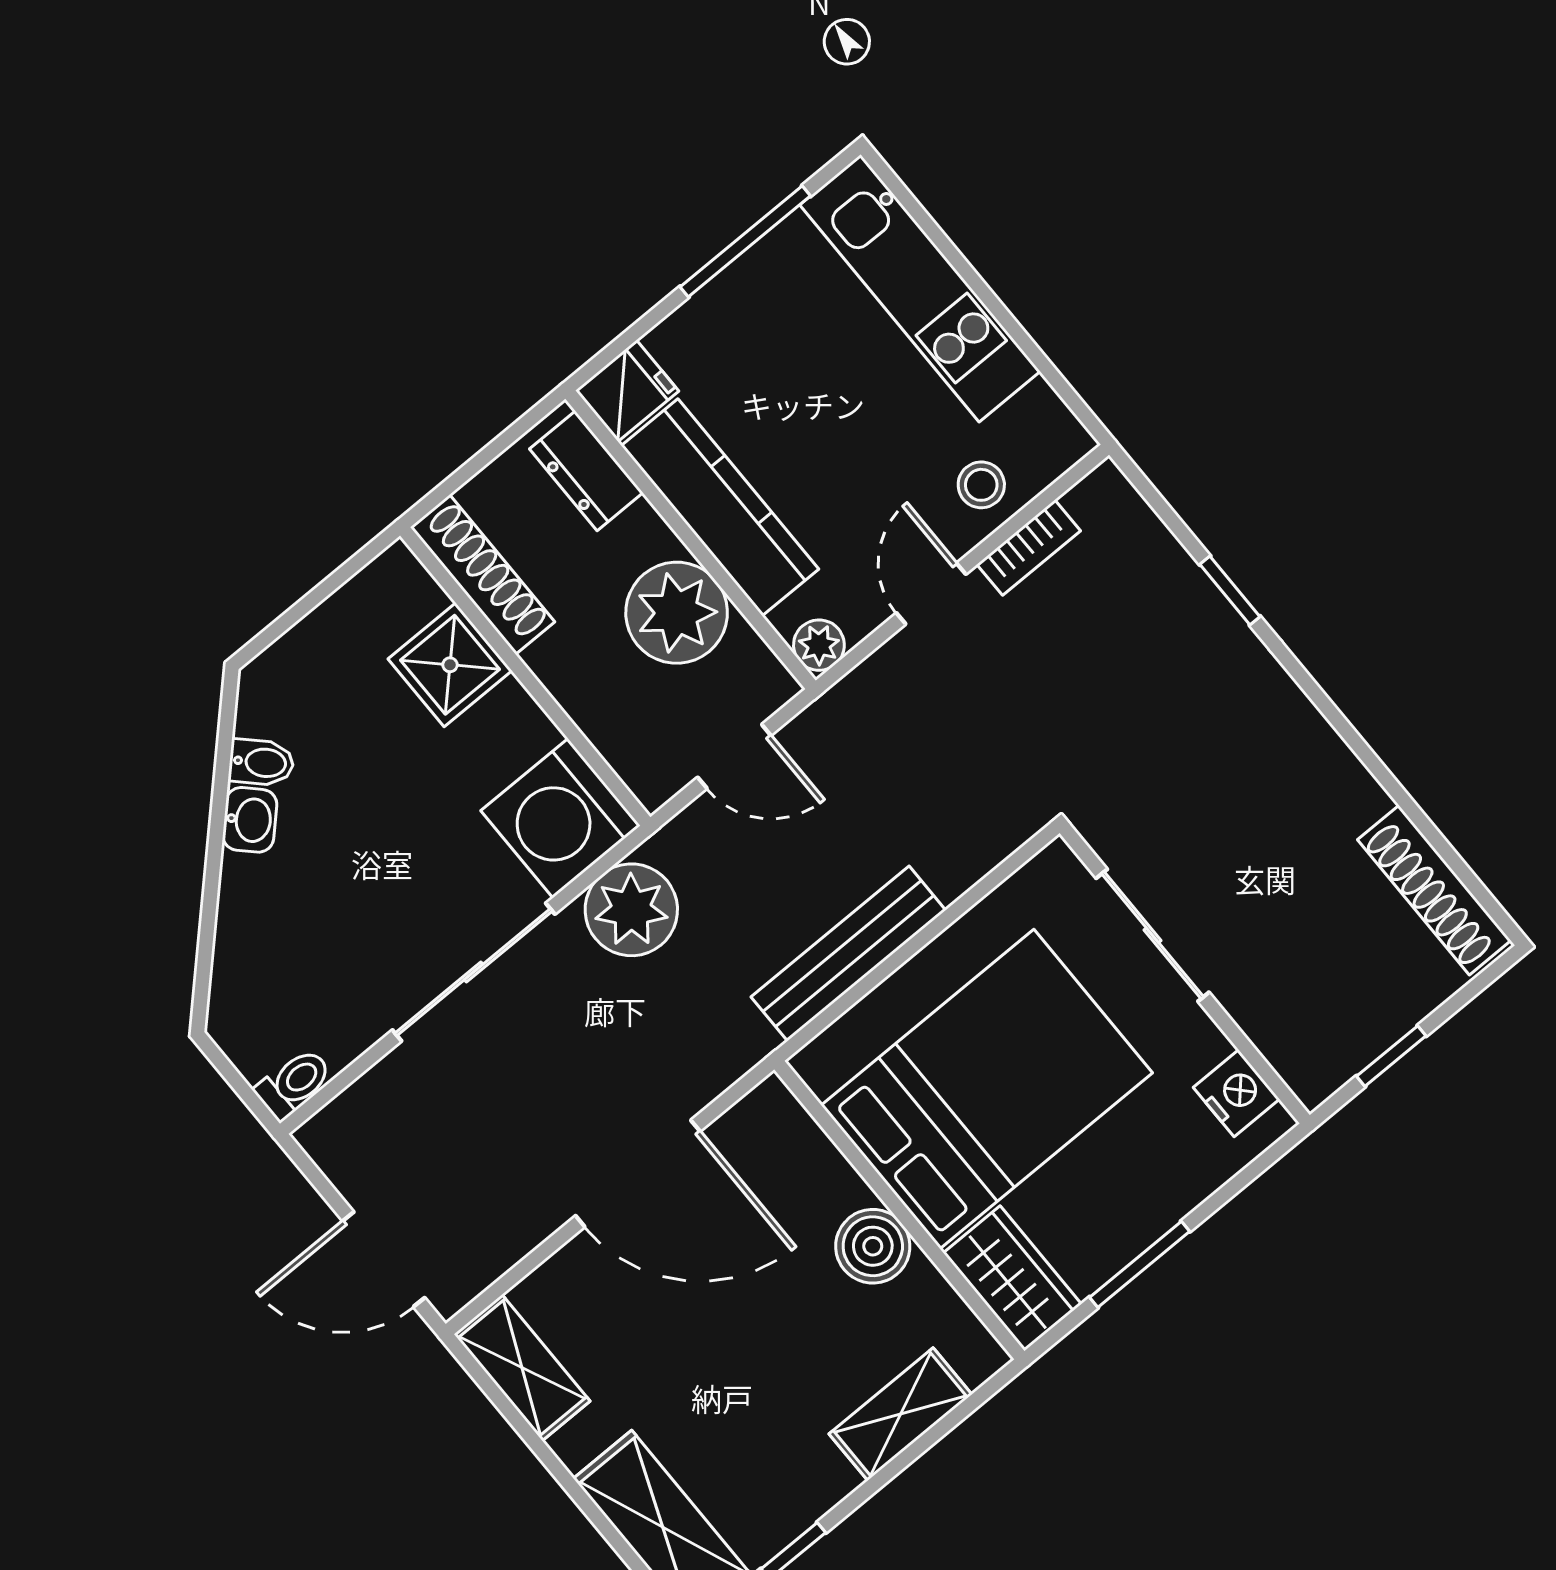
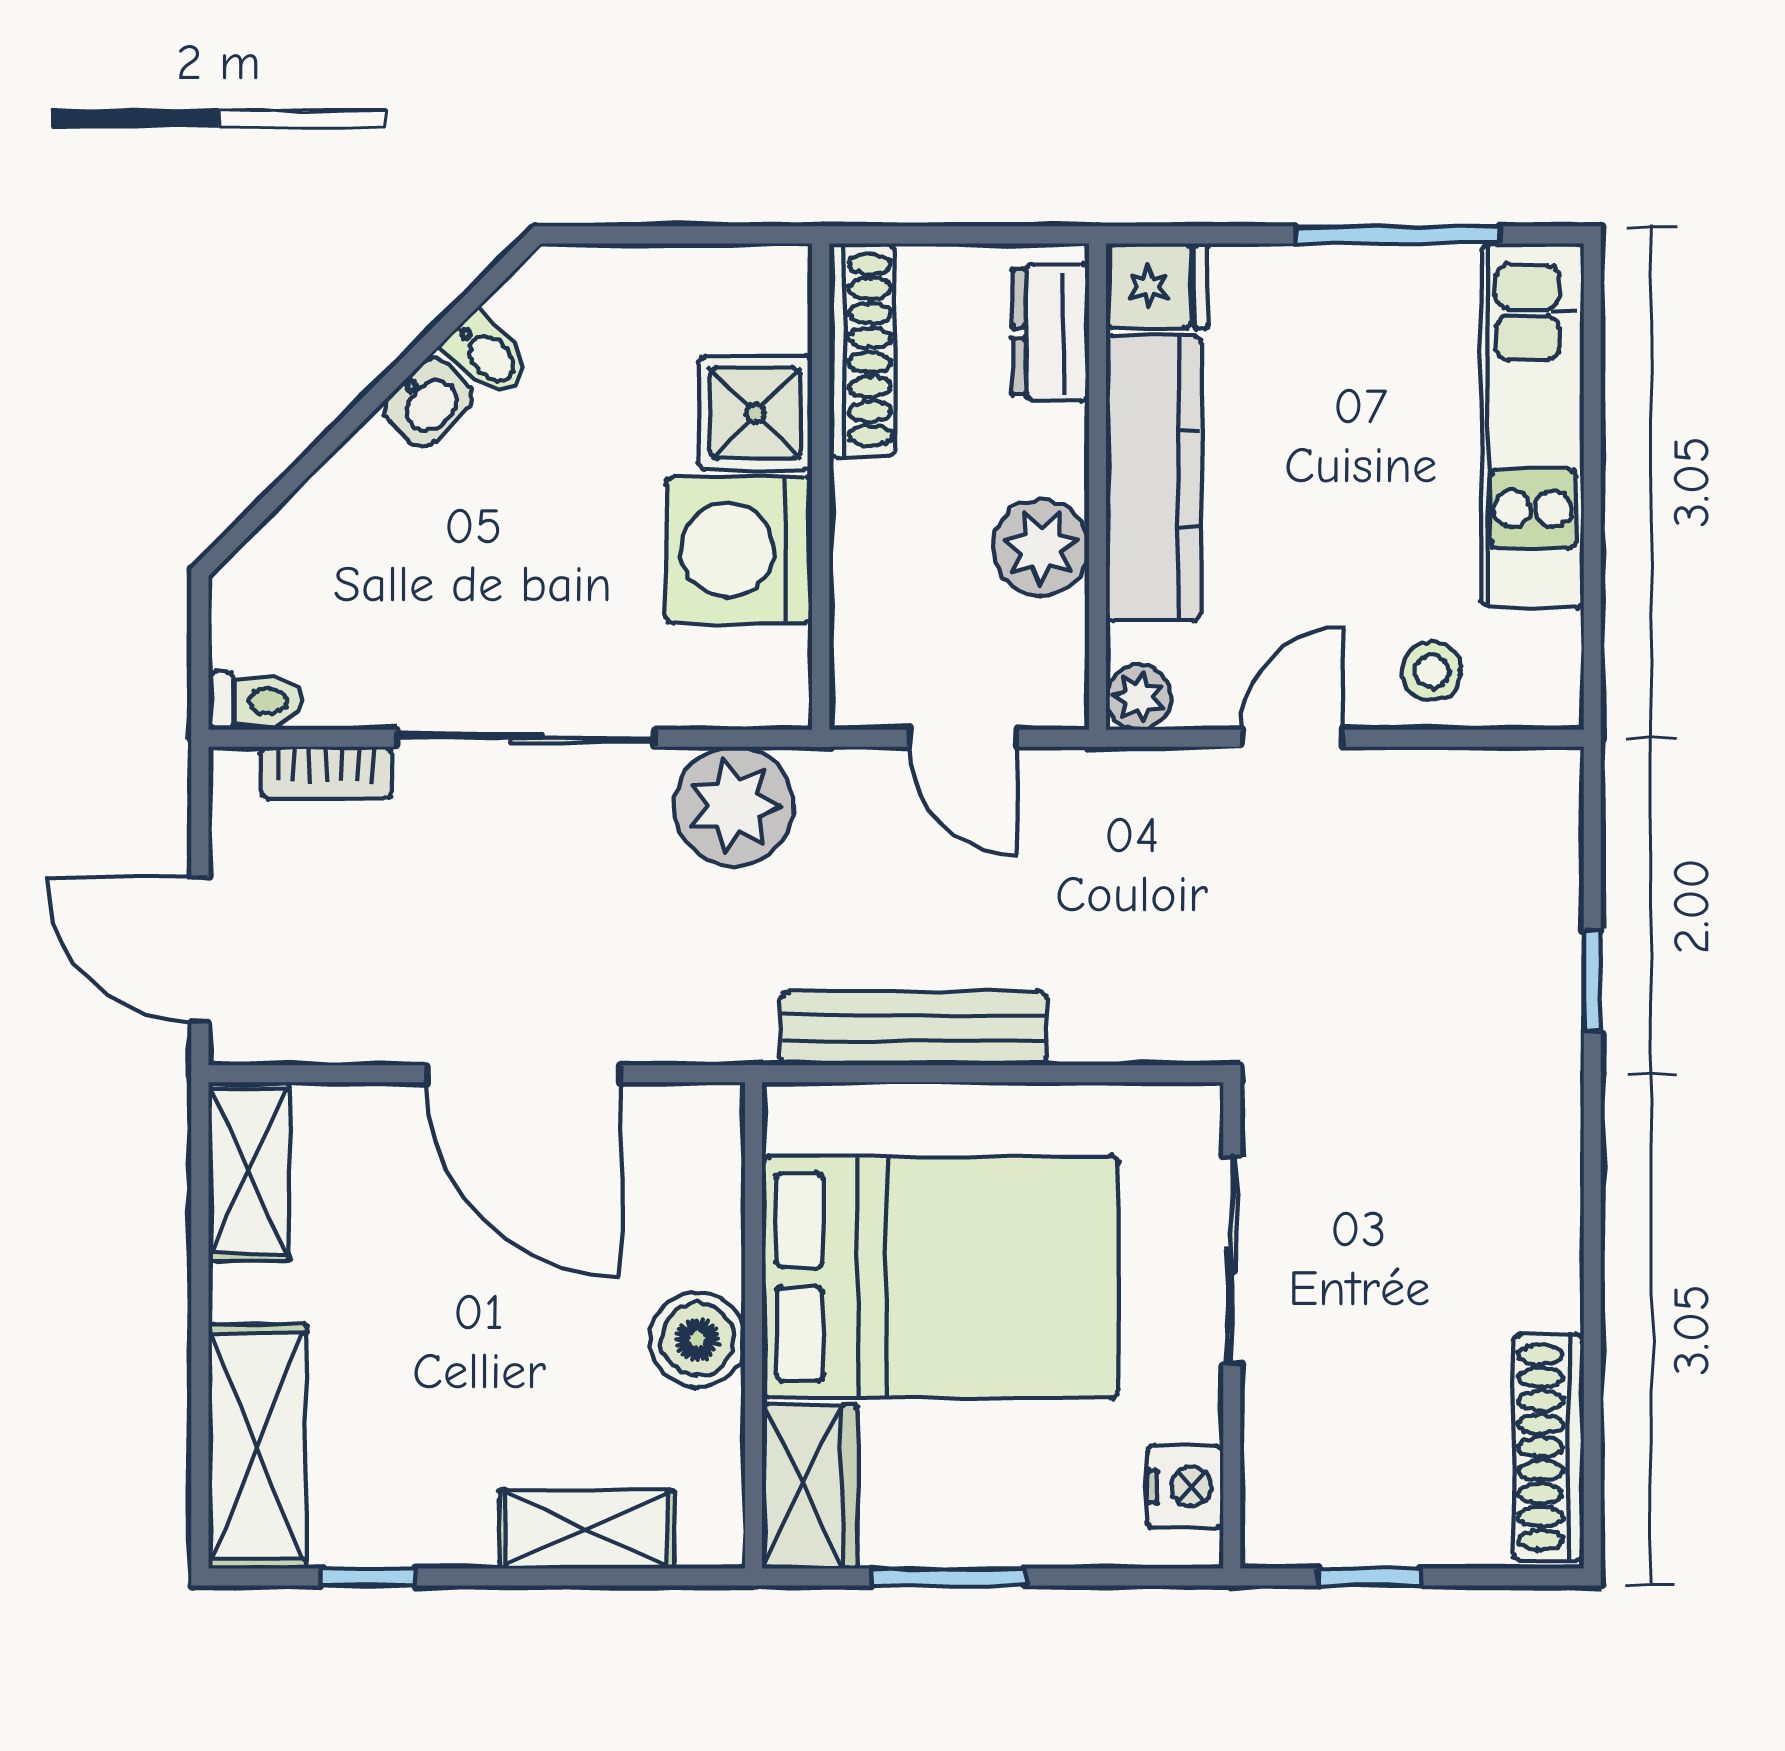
bookcase: (1029, 548) -> (326, 773), moved
plant: (677, 613) -> (1041, 548), width x0.73, depth x0.73
washing machine: (561, 818) -> (739, 550), moved

